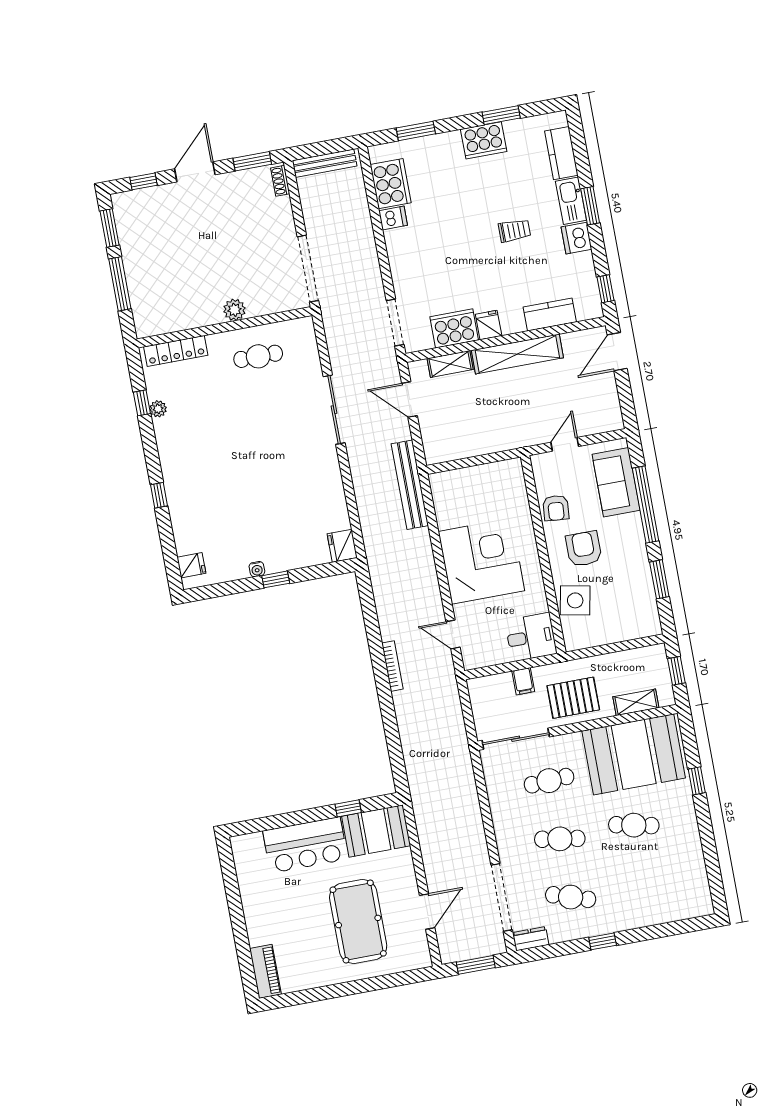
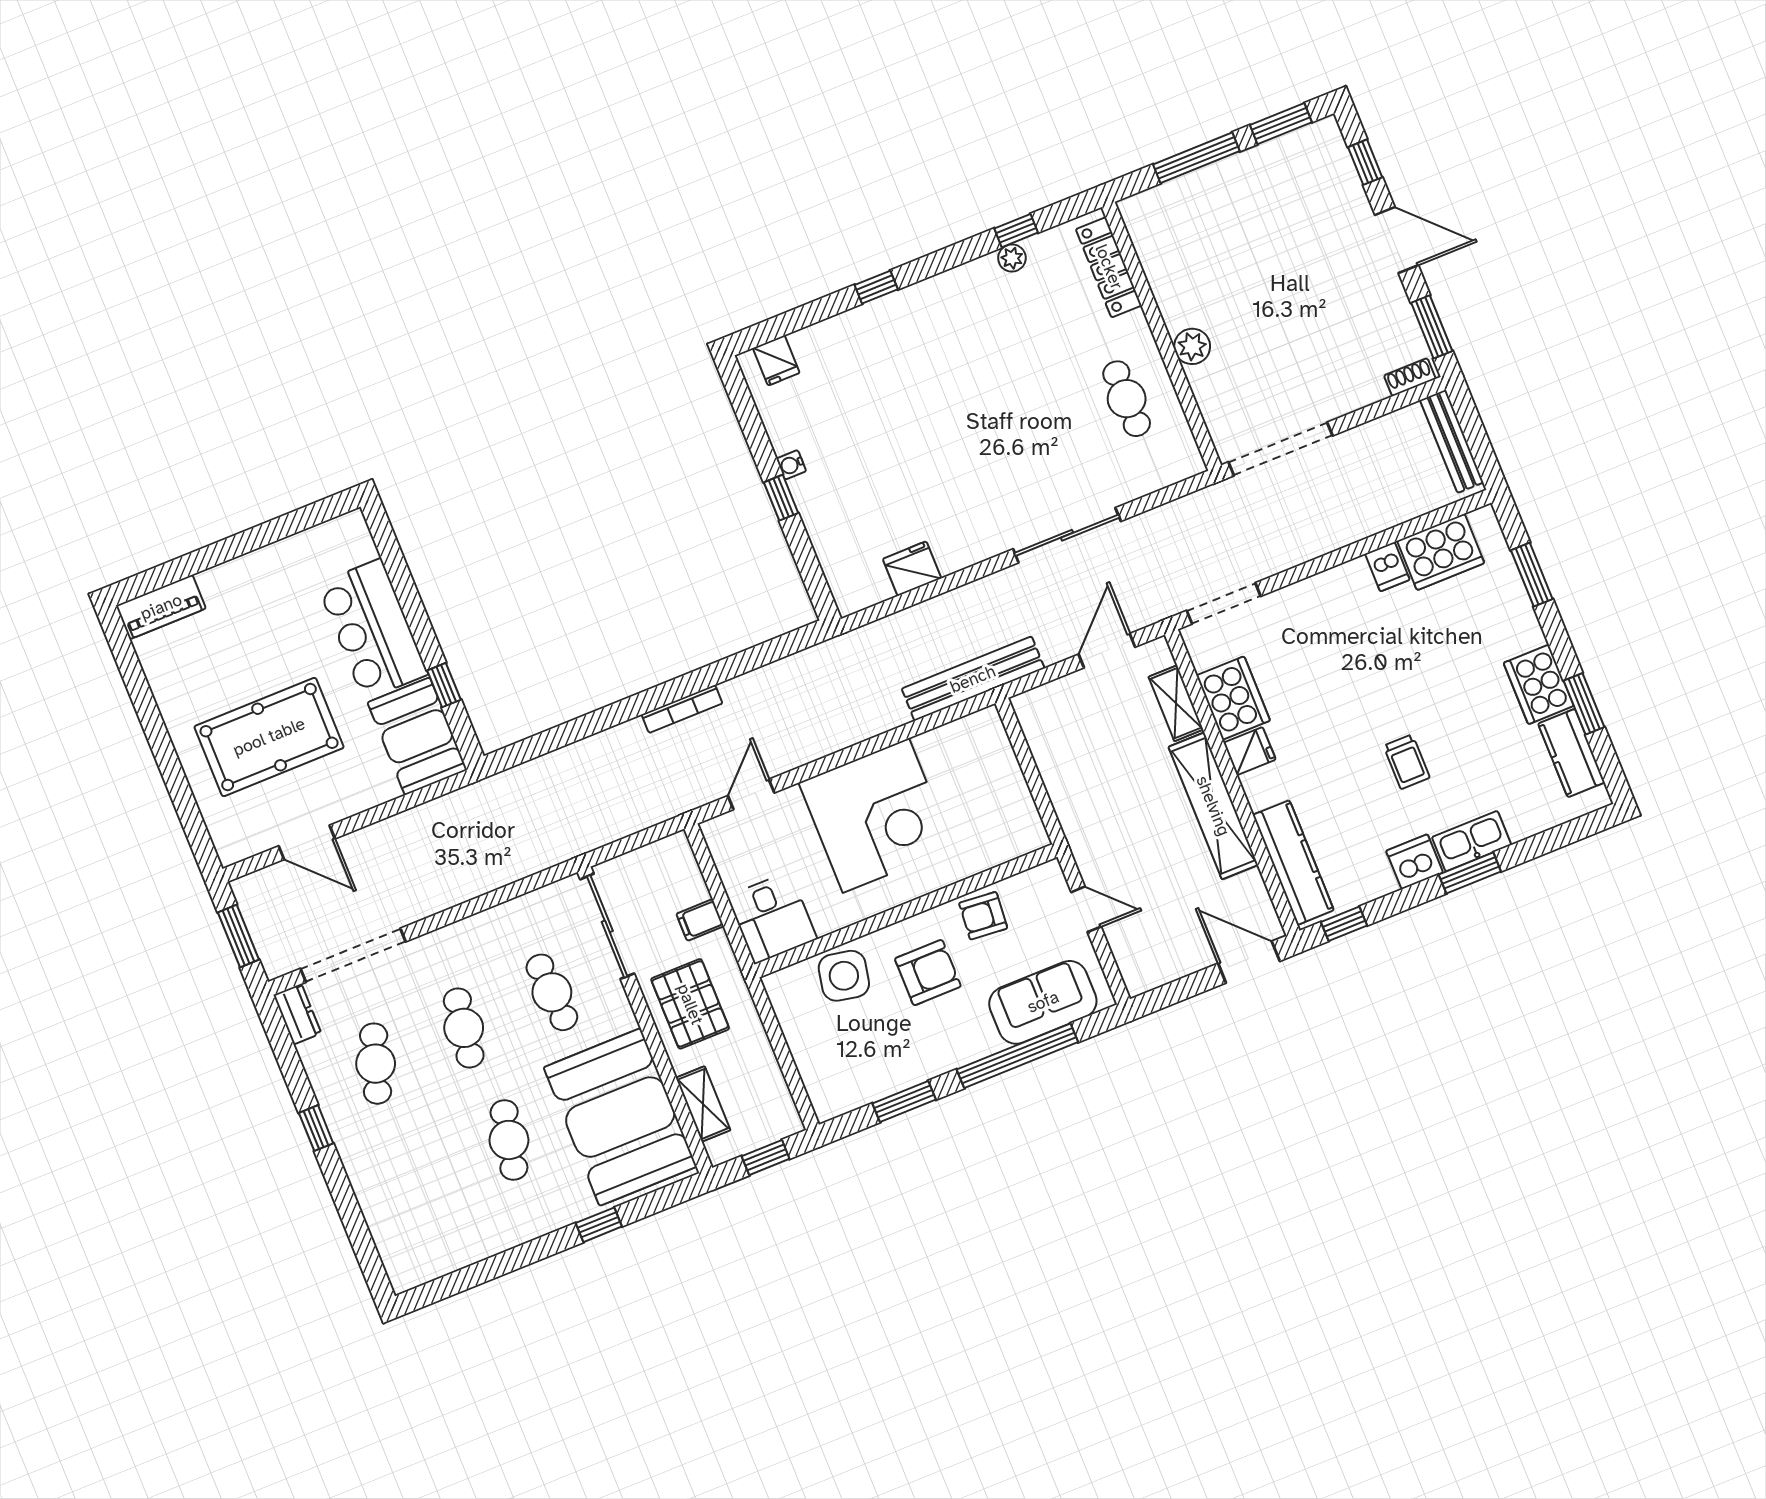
kitchen counter: (561, 153) -> (1571, 753), moved, turned -90
kitchen counter: (550, 314) -> (1293, 863), width x1.50
fridge: (342, 546) -> (912, 569), moved

